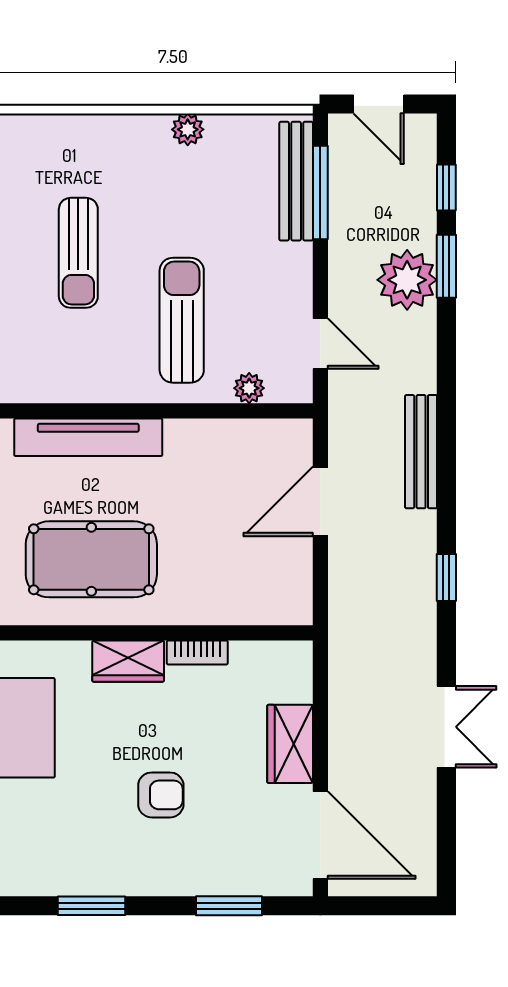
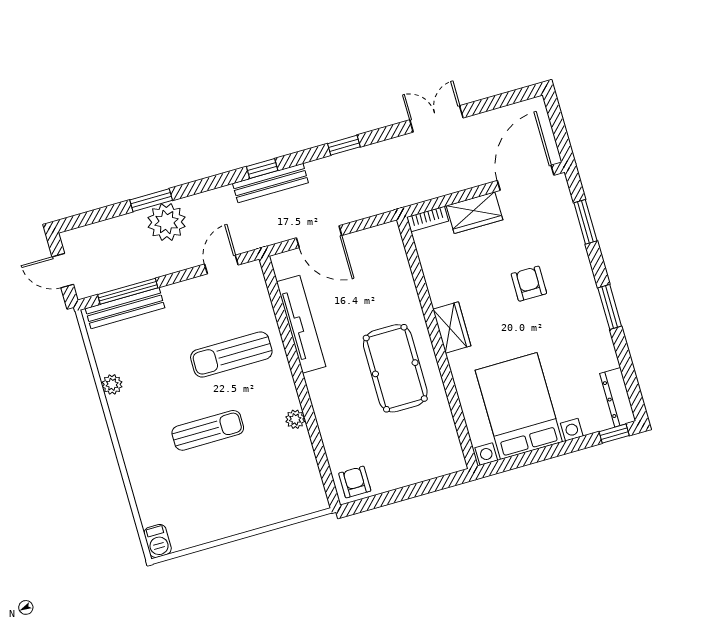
door: (379, 104) -> (63, 271), swing flipped
window: (446, 187) -> (262, 168), moved
plant: (249, 388) -> (295, 419), moved
tv unit: (88, 437) -> (301, 324), moved
bookcase: (197, 653) -> (428, 219), moved, turned 90

